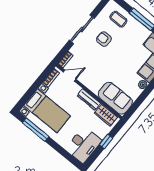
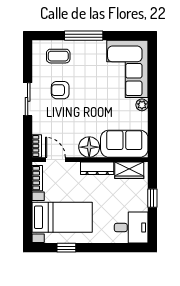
sliding door: (82, 29) -> (28, 99), width x0.73
door: (70, 76) -> (55, 160), hinge flipped
floor lamp: (94, 84) -> (89, 147), added
window: (36, 130) -> (66, 248), width x0.46
desk: (84, 145) -> (131, 227), width x0.73

